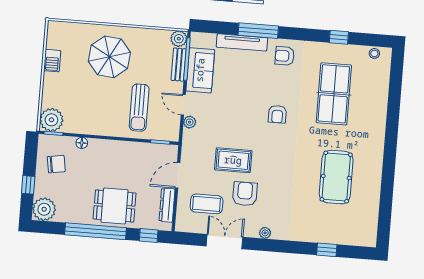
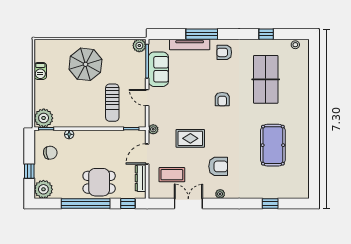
bench: (179, 65) -> (141, 66), removed
plant: (190, 122) -> (153, 129), moved
armchair: (245, 194) -> (218, 166), moved, turned 90

